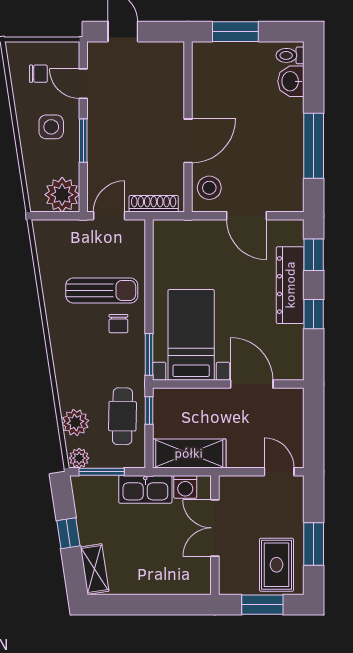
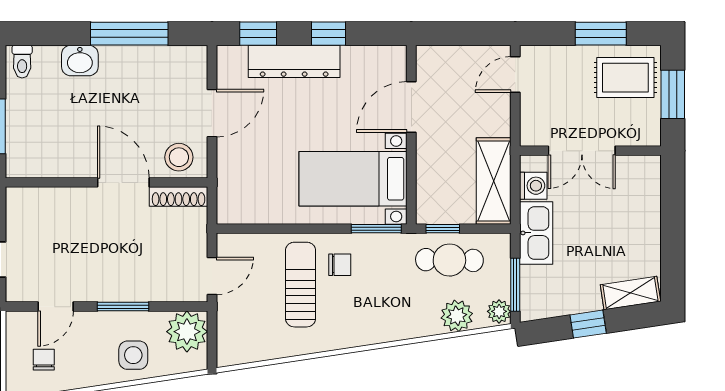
washbasin: (291, 81) -> (80, 61), moved
side table: (51, 127) -> (133, 355), moved
shoe rack: (154, 204) -> (179, 197), moved, turned -90
door: (109, 216) -> (212, 276), swing flipped

